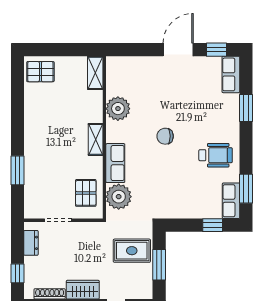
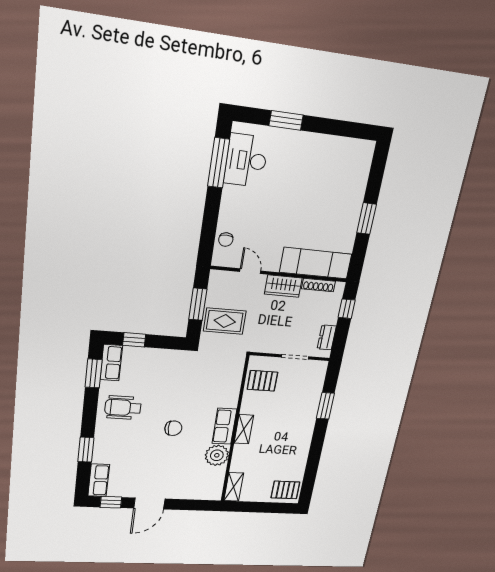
row of seats: (115, 163) -> (224, 426), moved
pallet: (86, 193) -> (262, 381), turned 90
plant: (119, 197) -> (230, 375), removed

